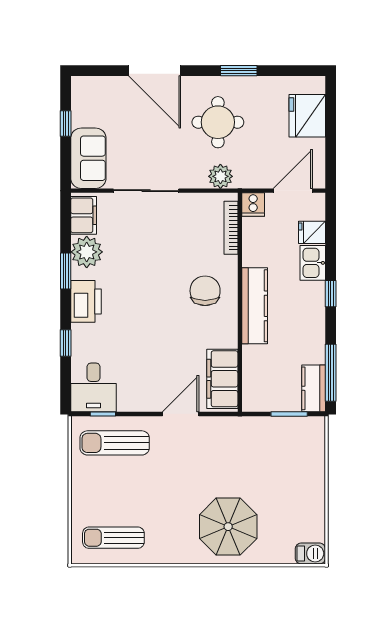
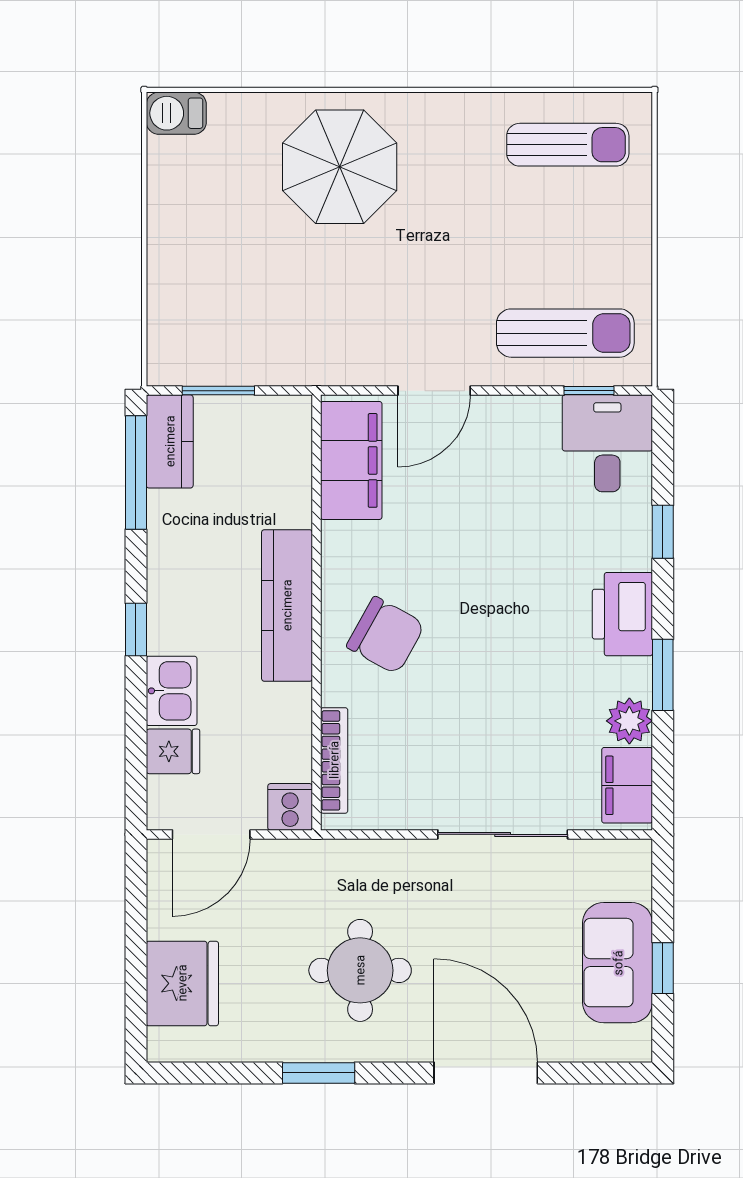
sofa: (88, 158) -> (618, 963), moved
plant: (220, 176) -> (355, 863), removed
plant: (87, 252) -> (629, 721), width x0.73, depth x0.73
chair: (205, 291) -> (386, 635), turned -61

